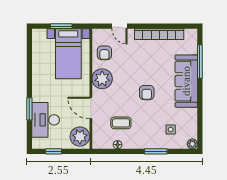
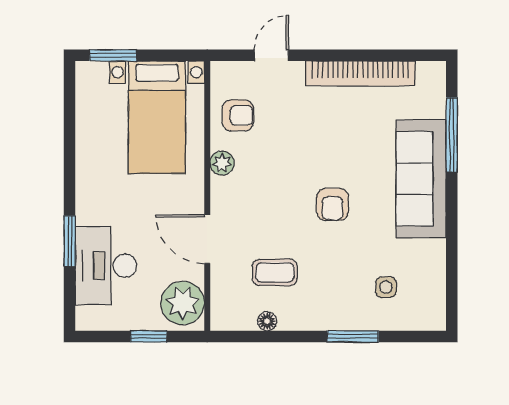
window: (61, 26) -> (113, 55), moved
door: (119, 26) -> (271, 55), swing flipped
armchair: (104, 53) -> (238, 115), turned -90
plant: (102, 79) -> (222, 163), width x0.53, depth x0.53
plant: (192, 144) -> (435, 320), removed
window: (54, 151) -> (149, 336), moved

